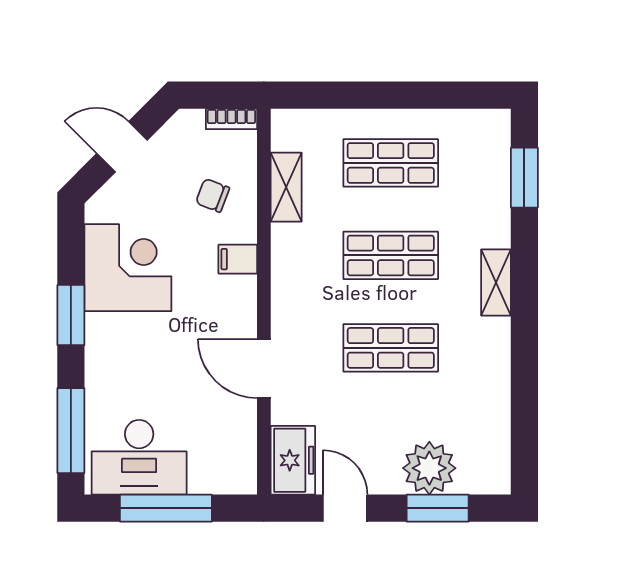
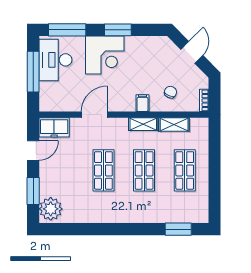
corner desk: (128, 268) -> (105, 55), moved
shelving: (496, 283) -> (143, 124), moved
plant: (429, 468) -> (51, 209), moved

